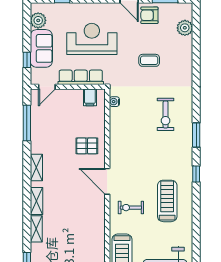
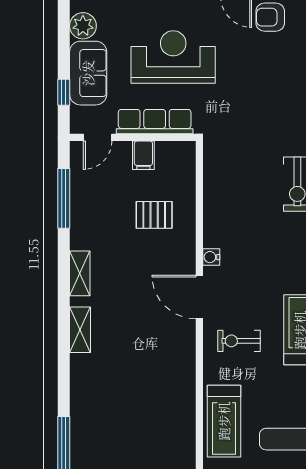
coffee table: (149, 60) -> (270, 93), removed
filing cabinet: (90, 97) -> (143, 155), moved
water cooler: (114, 102) -> (211, 257), moved
pallet: (87, 146) -> (154, 215), moved
shelving: (36, 229) -> (80, 377), removed

